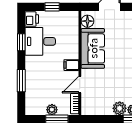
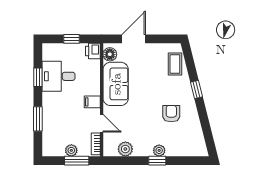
printer: (32, 19) -> (93, 51), moved, turned 180
door: (80, 85) -> (102, 123), swing flipped
plant: (120, 108) -> (125, 149), moved

